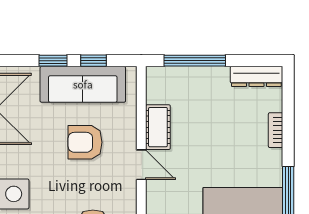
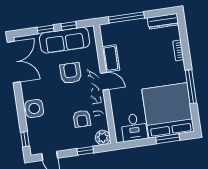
armchair: (85, 142) -> (71, 73), turned 90

